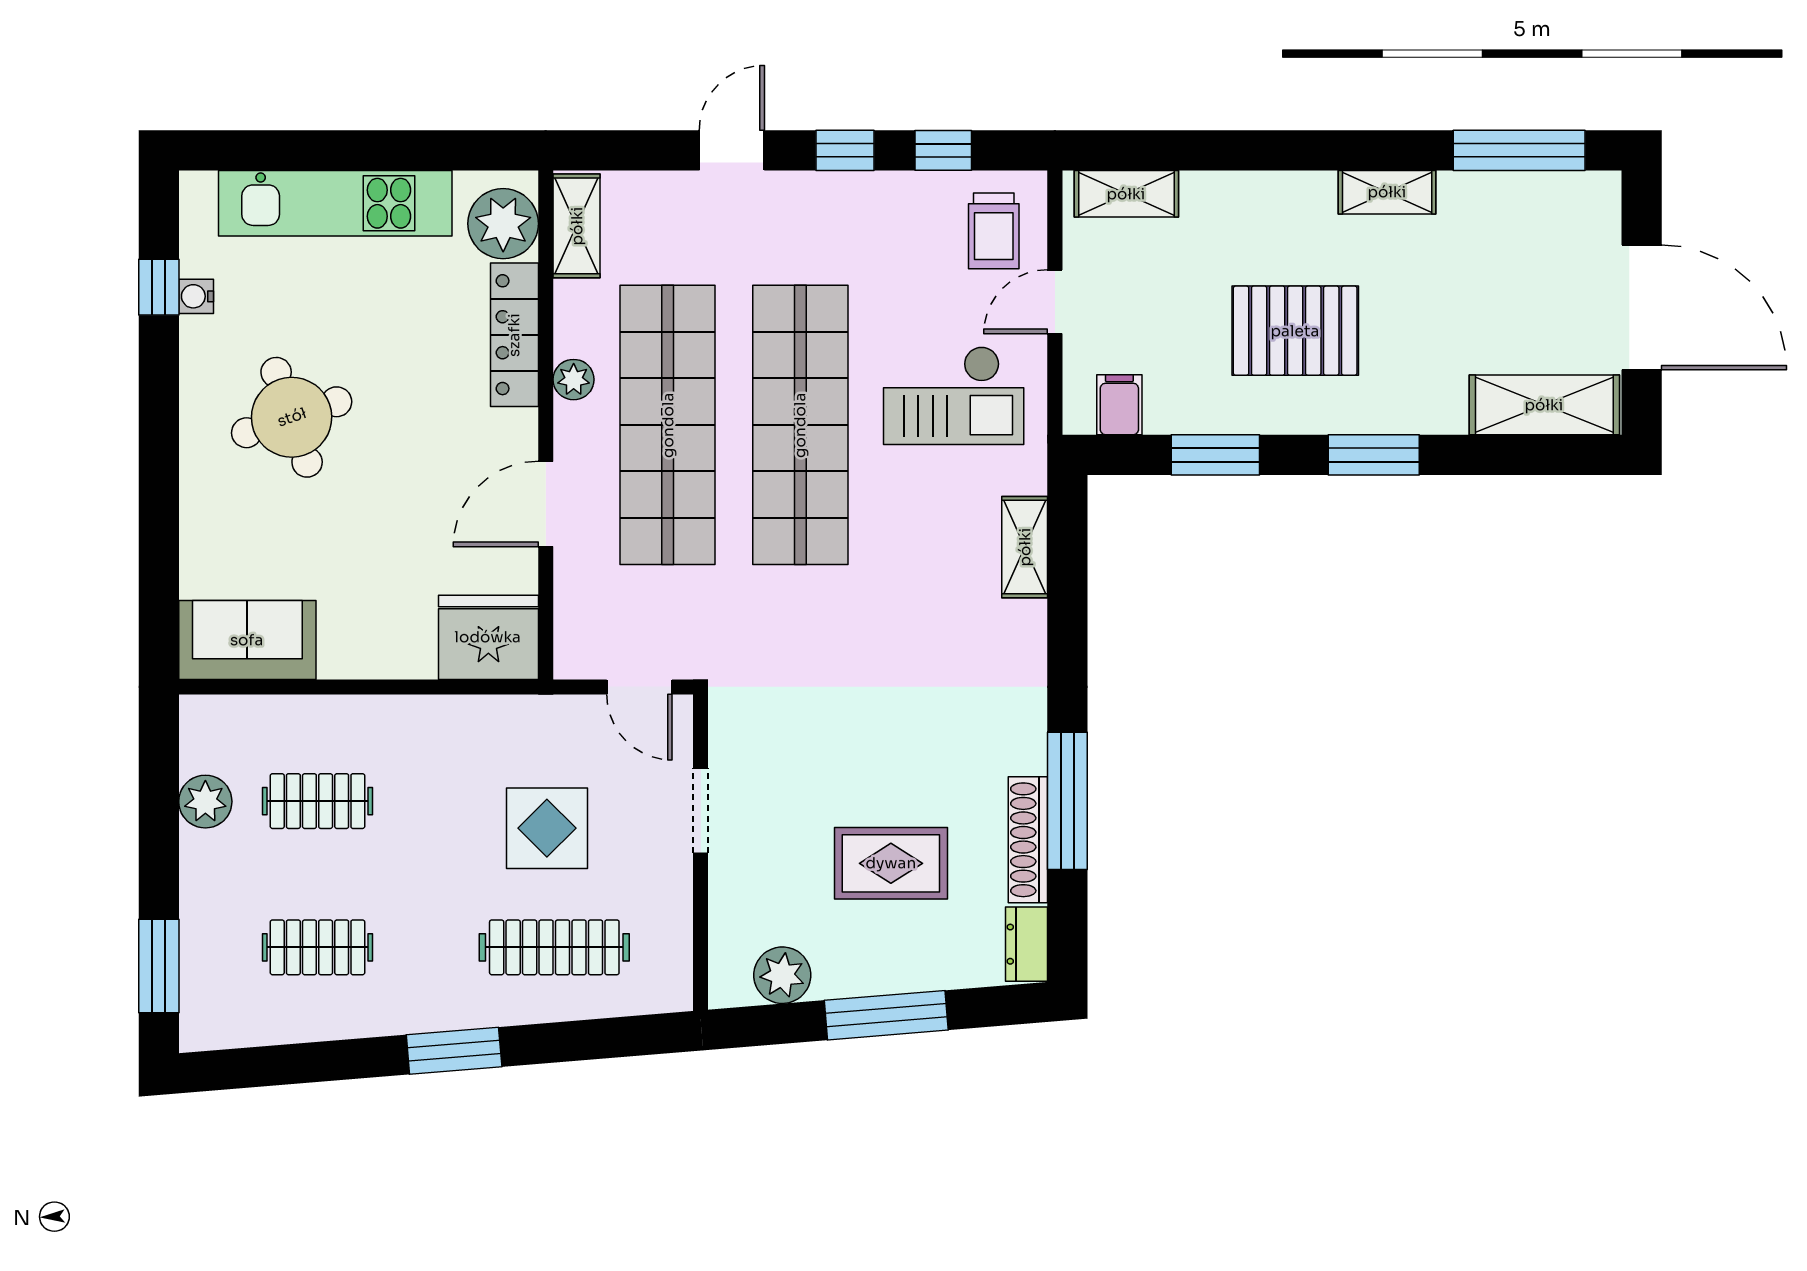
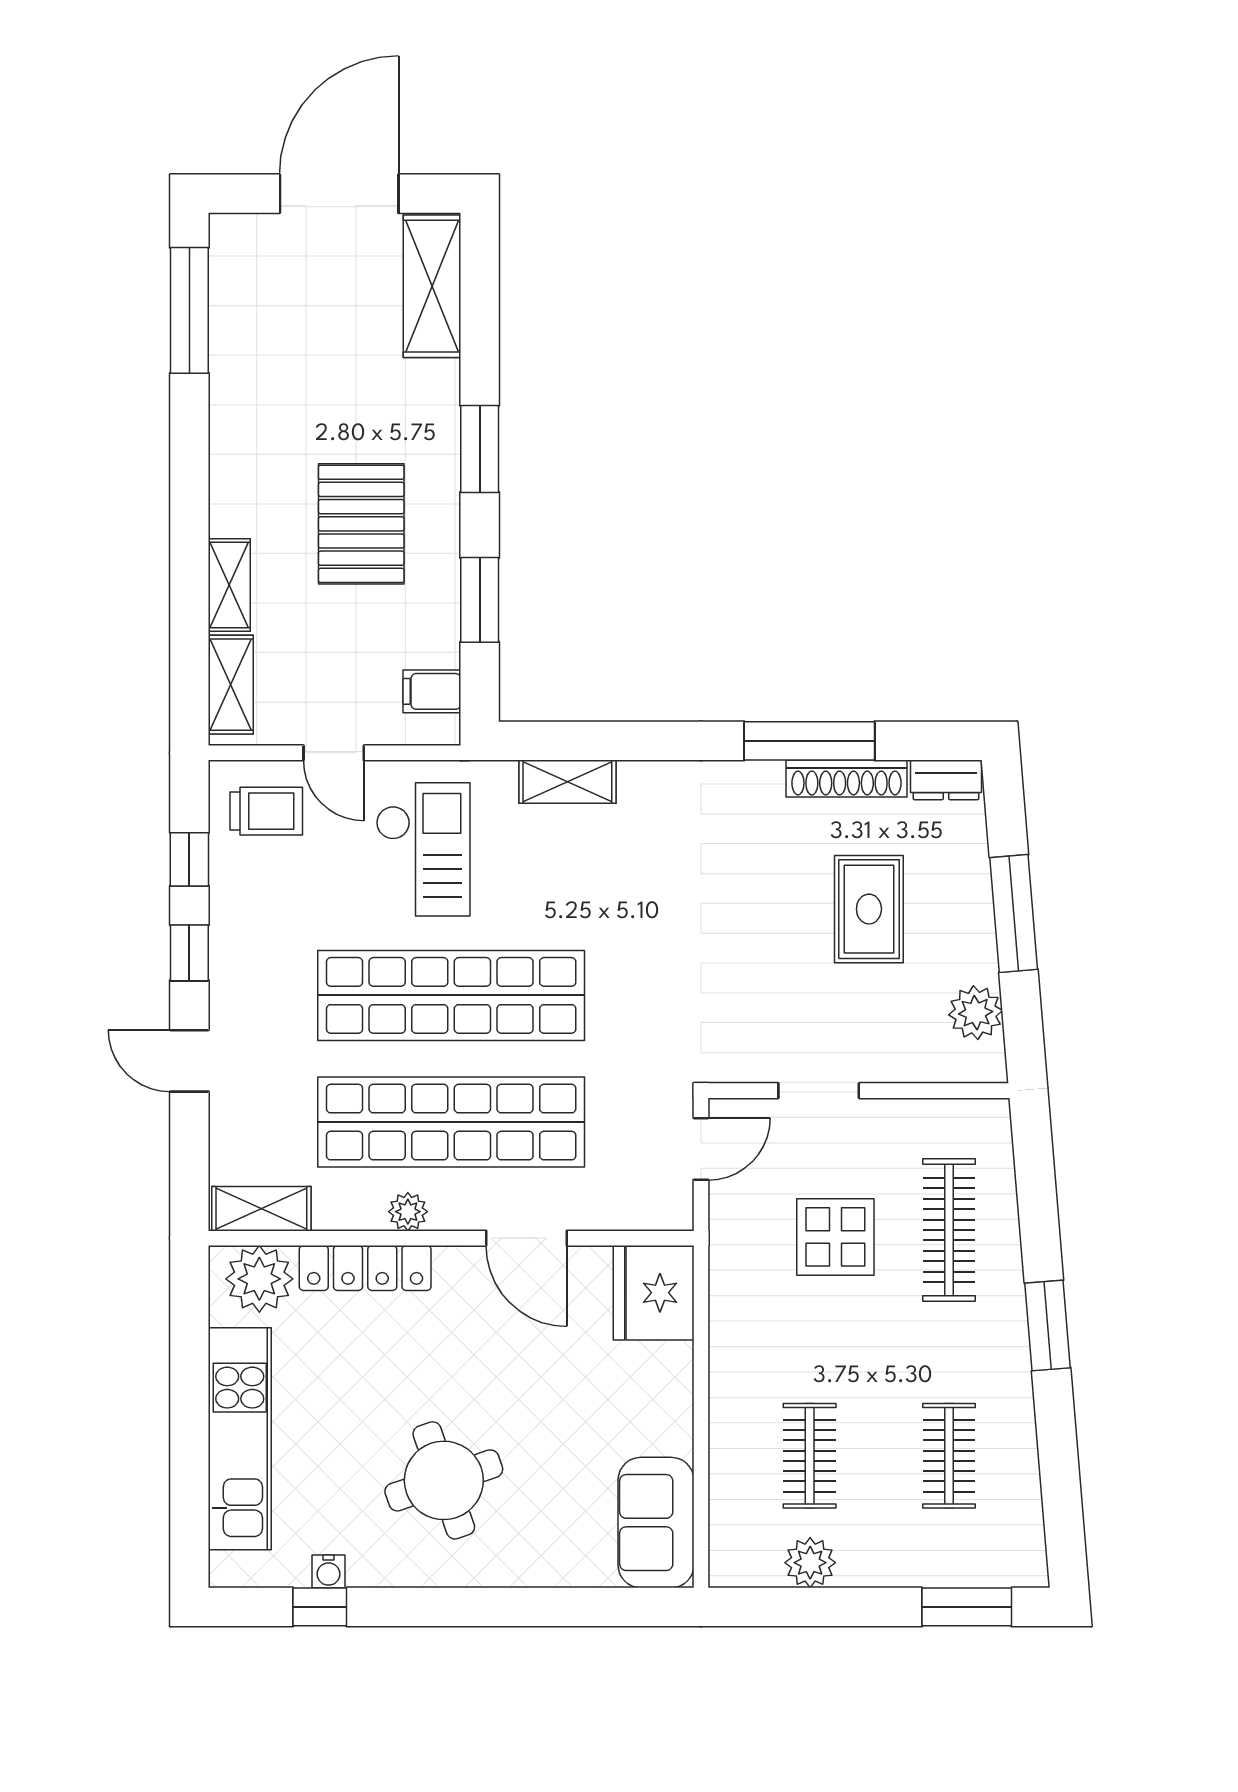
shelving: (1387, 192) -> (229, 585), moved

